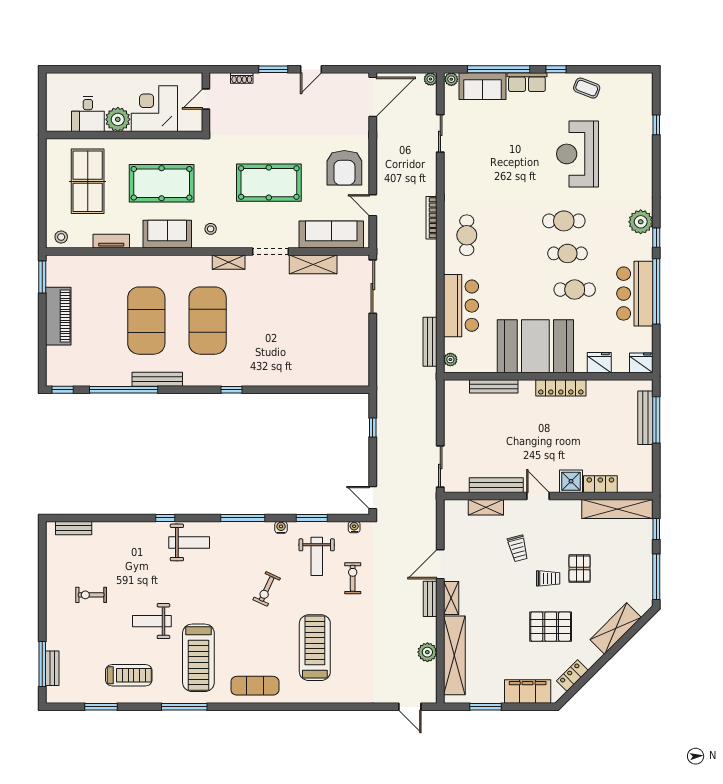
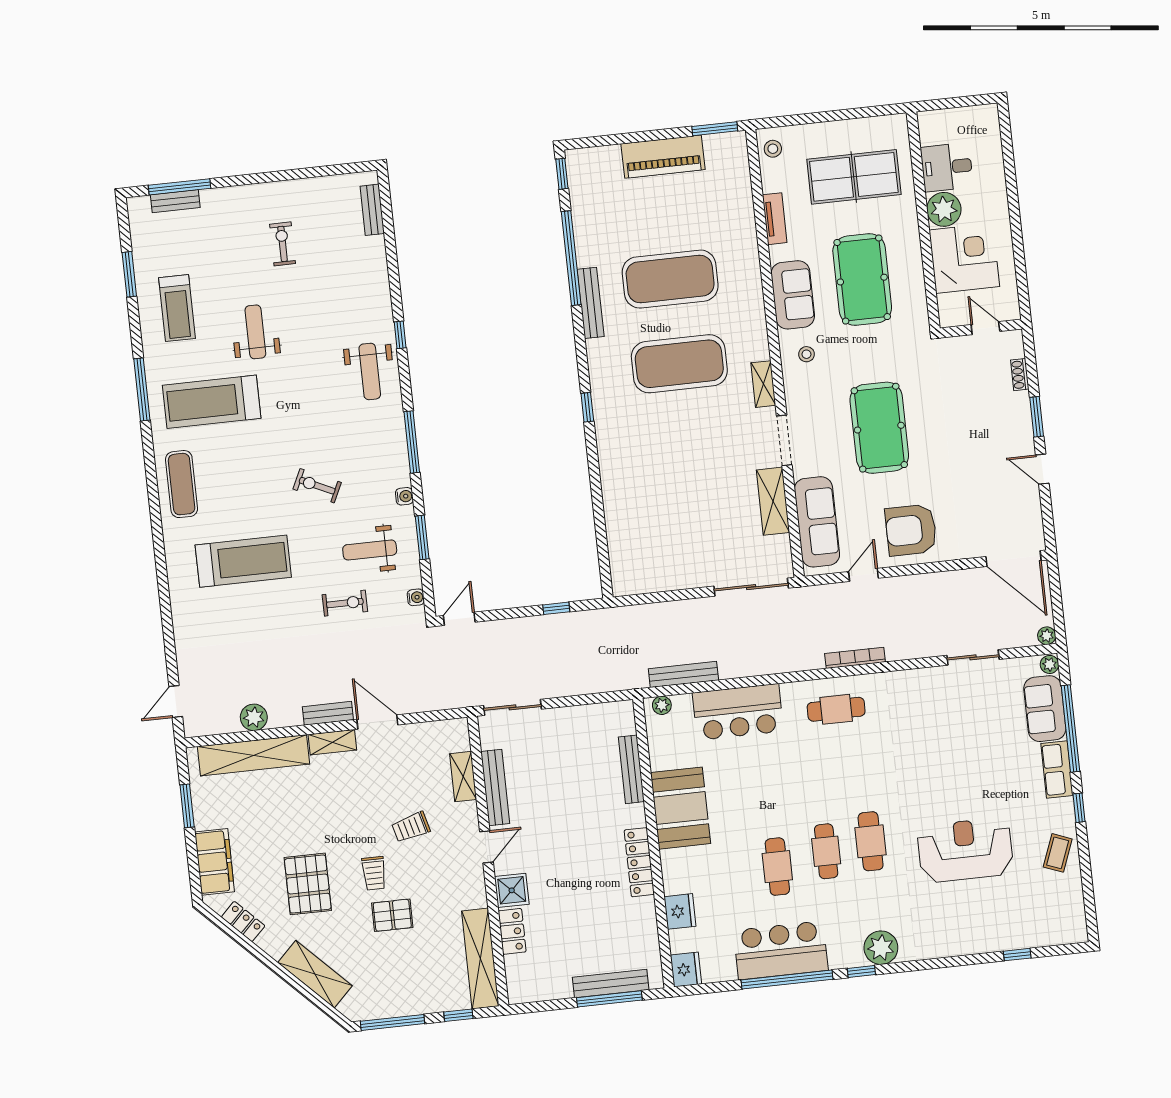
booth: (535, 346) -> (681, 808), width x0.73, depth x0.70

